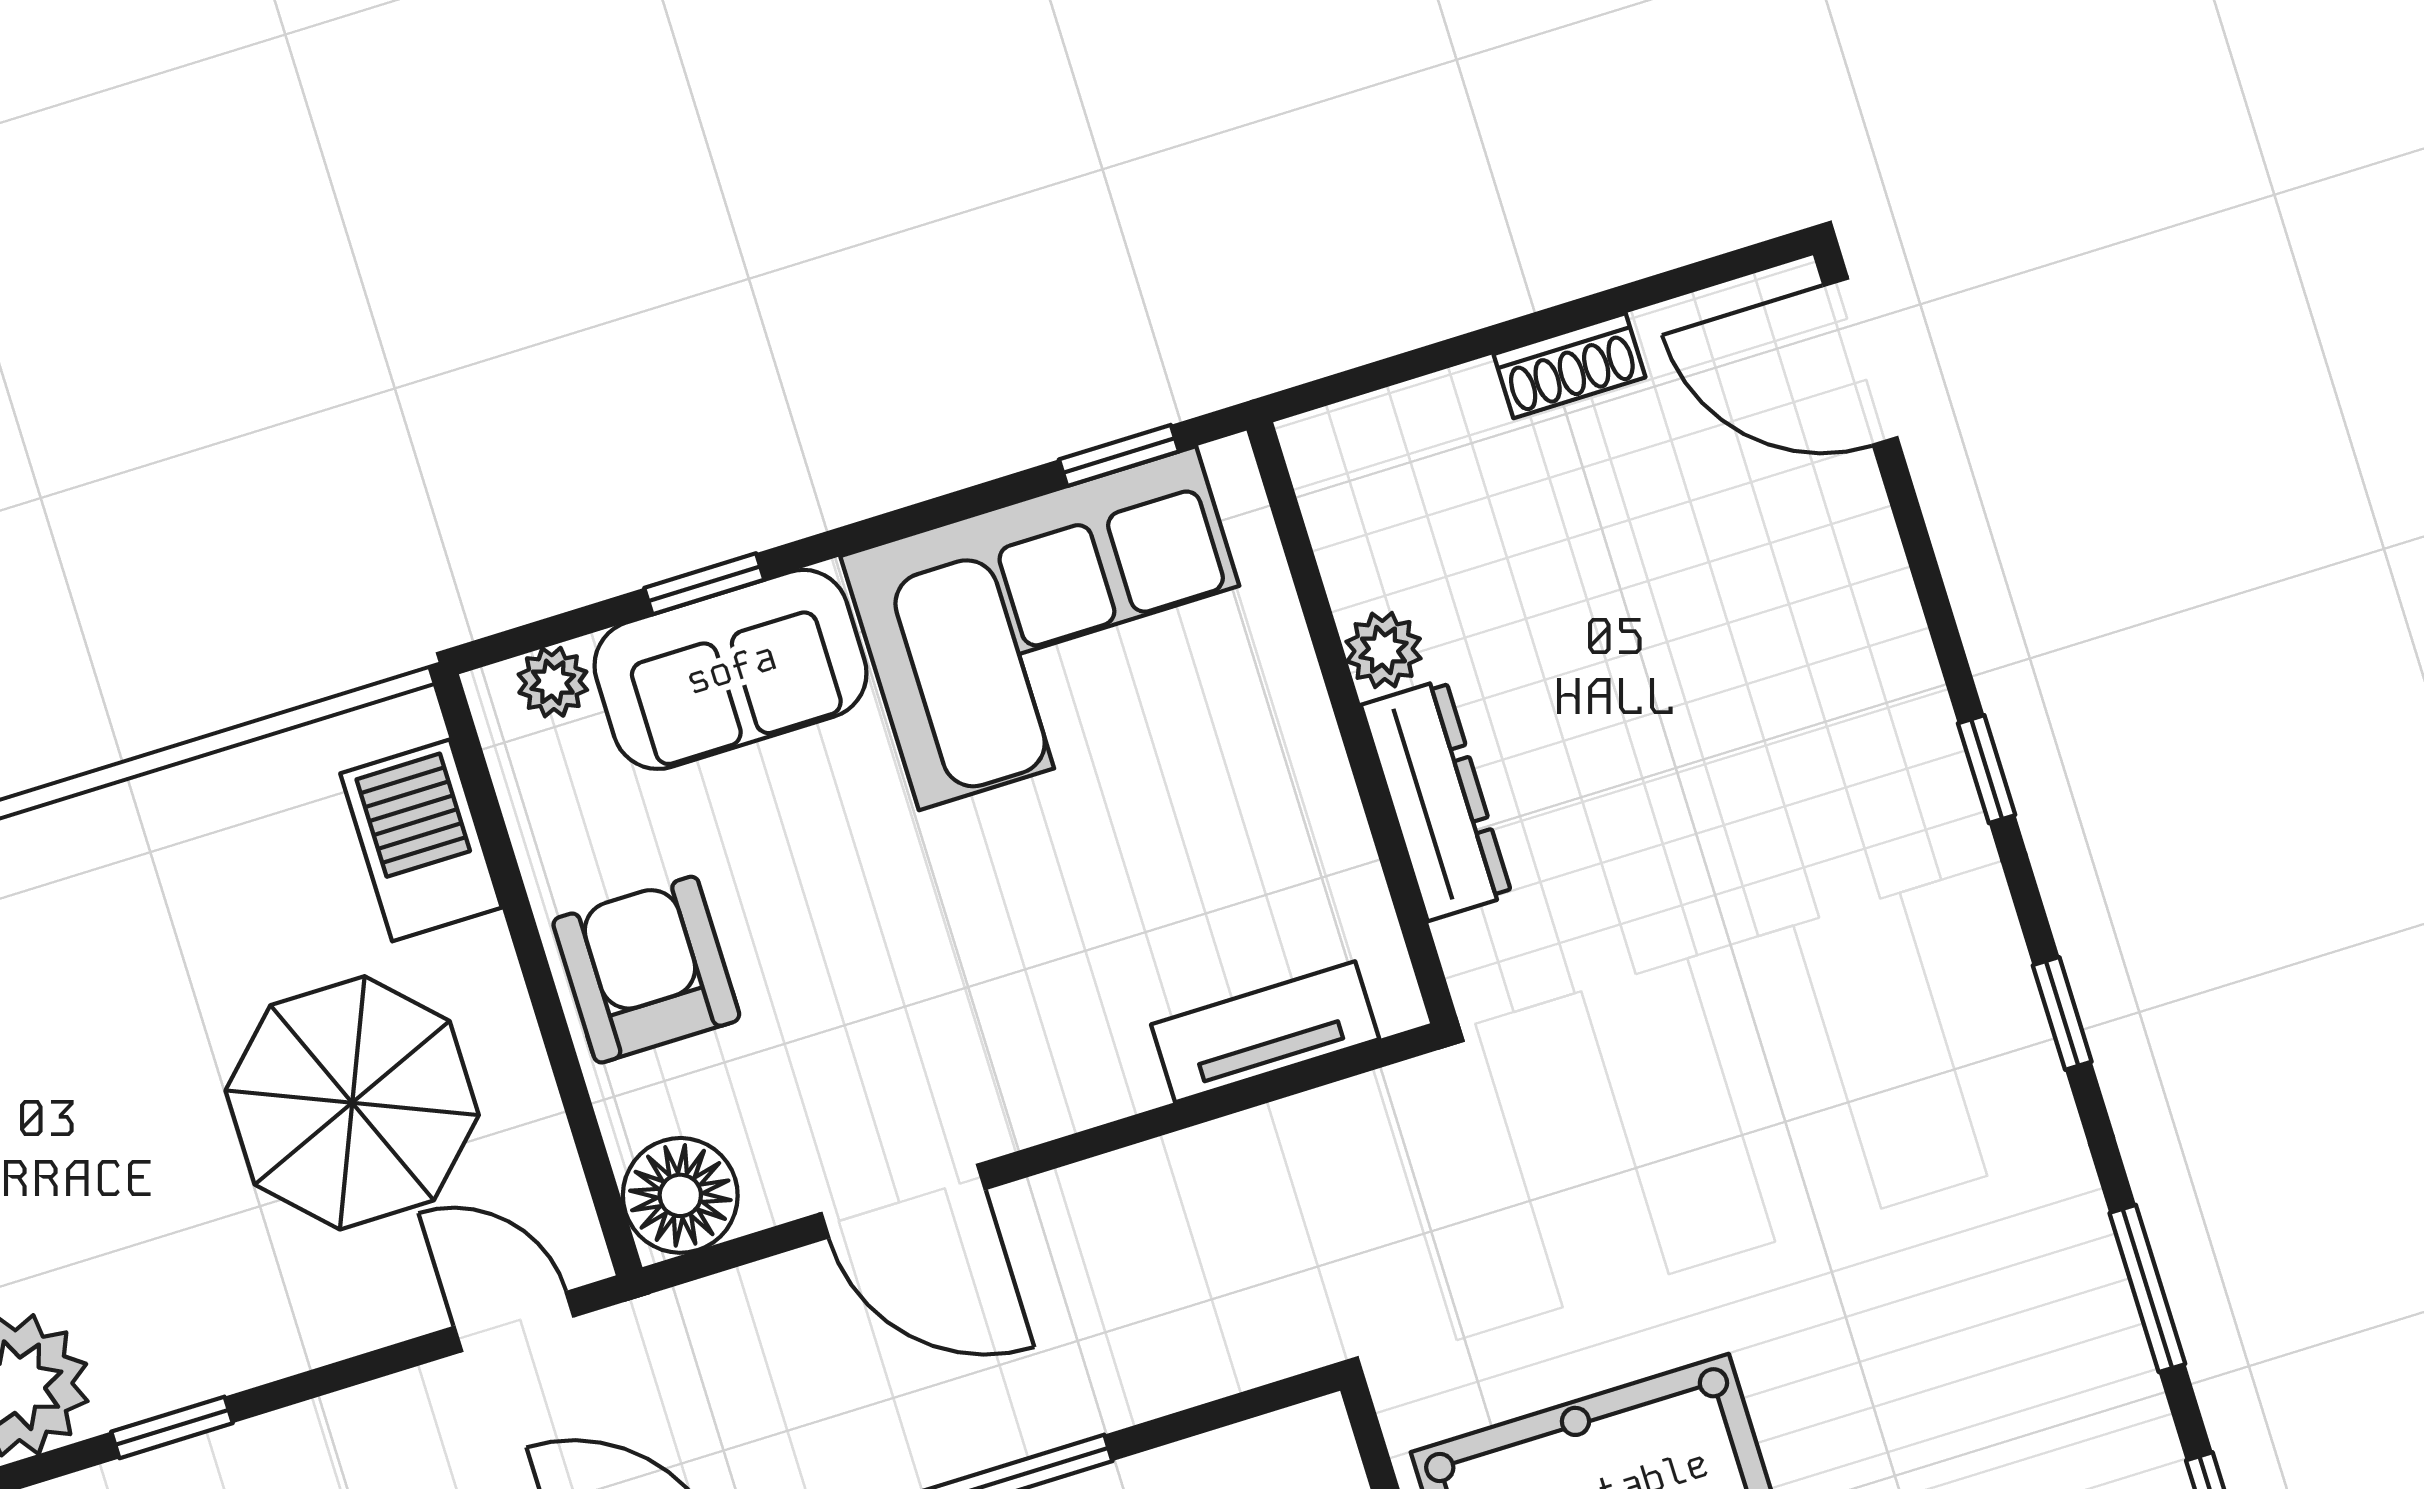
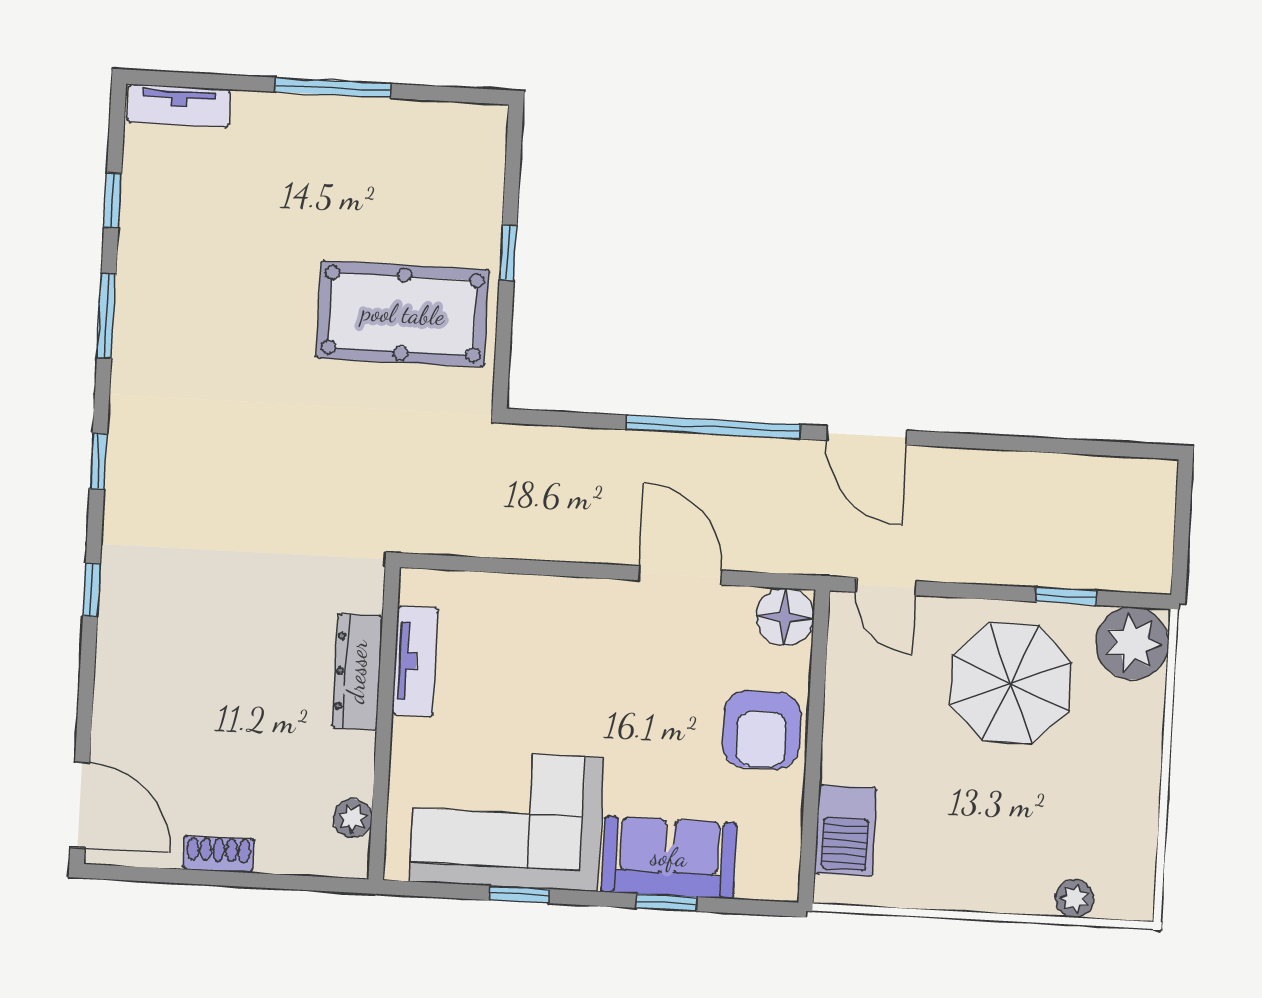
window: (1119, 455) -> (519, 895), moved
plant: (1384, 650) -> (353, 818), moved
plant: (553, 682) -> (755, 883), removed
tv unit: (1265, 1032) -> (415, 661), moved, turned -90
parasol: (352, 1103) -> (1010, 683), moved

